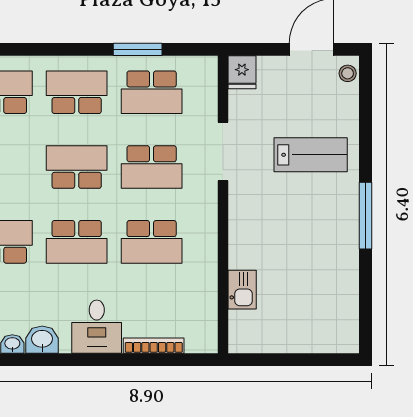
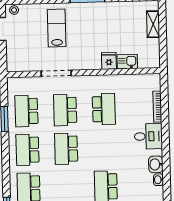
fridge: (242, 72) -> (109, 61), moved, turned -90
school desk: (152, 92) -> (26, 111), turned 180
school desk: (152, 167) -> (65, 110), turned 180
school desk: (77, 242) -> (105, 148), removed
shelving: (313, 341) -> (153, 24), added

